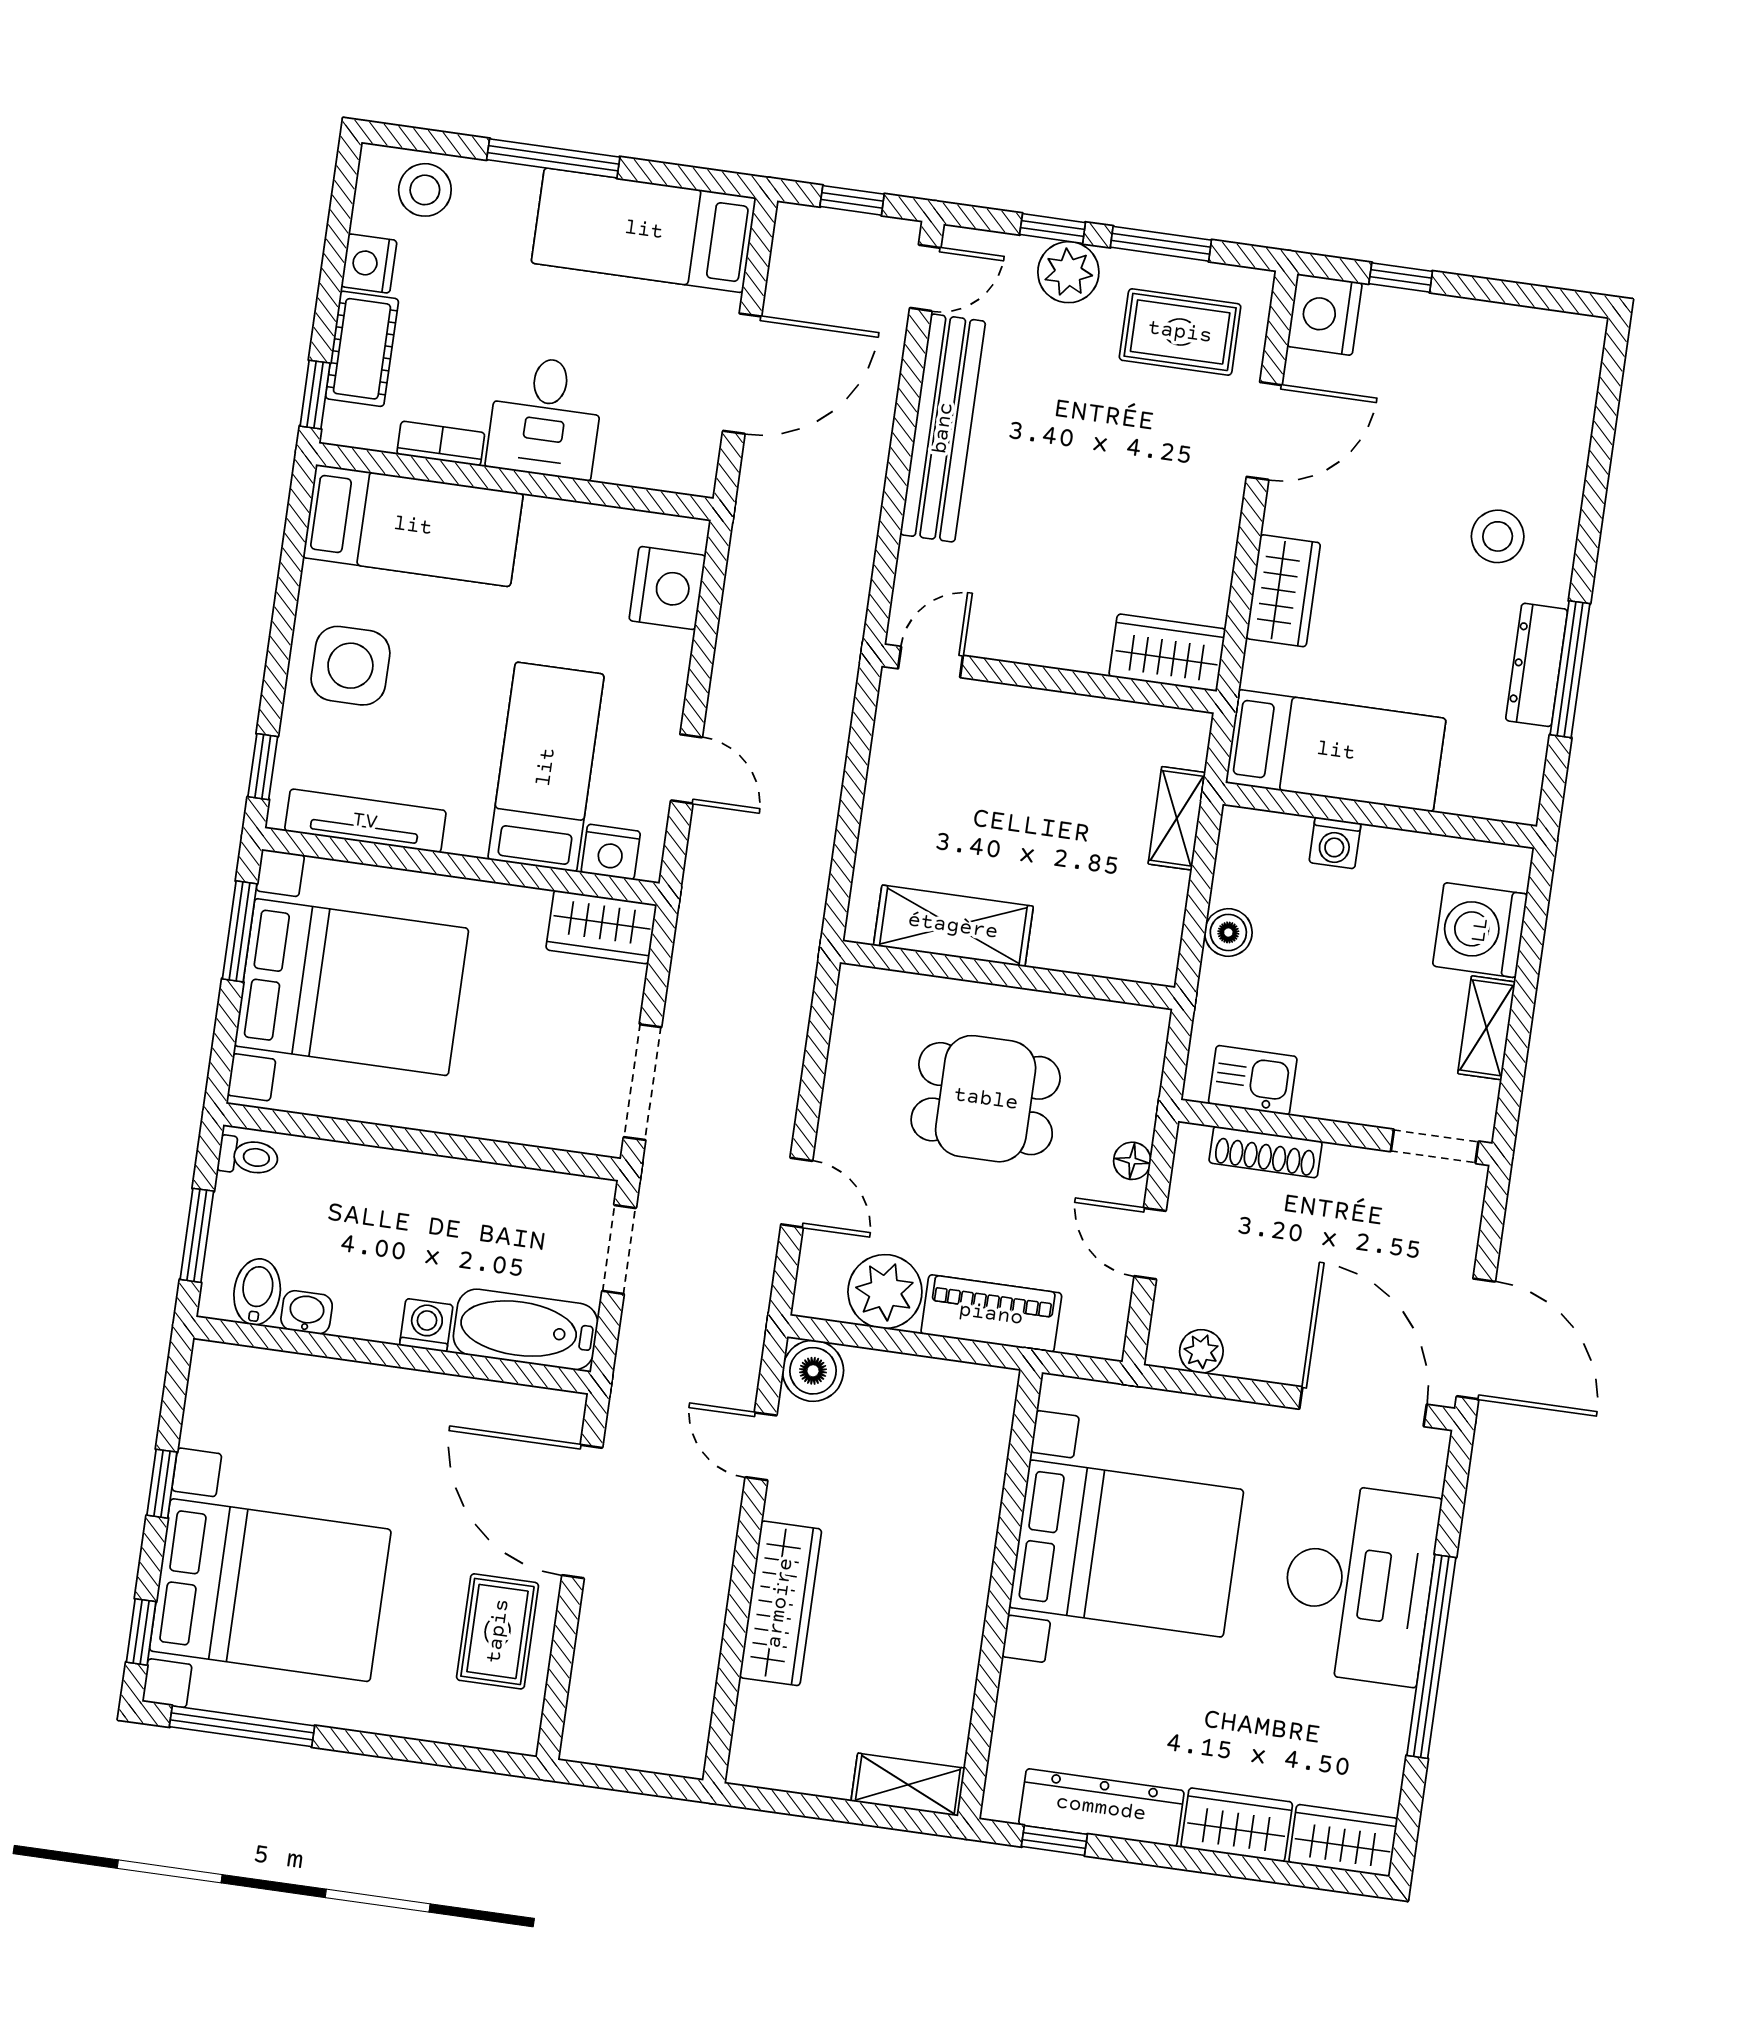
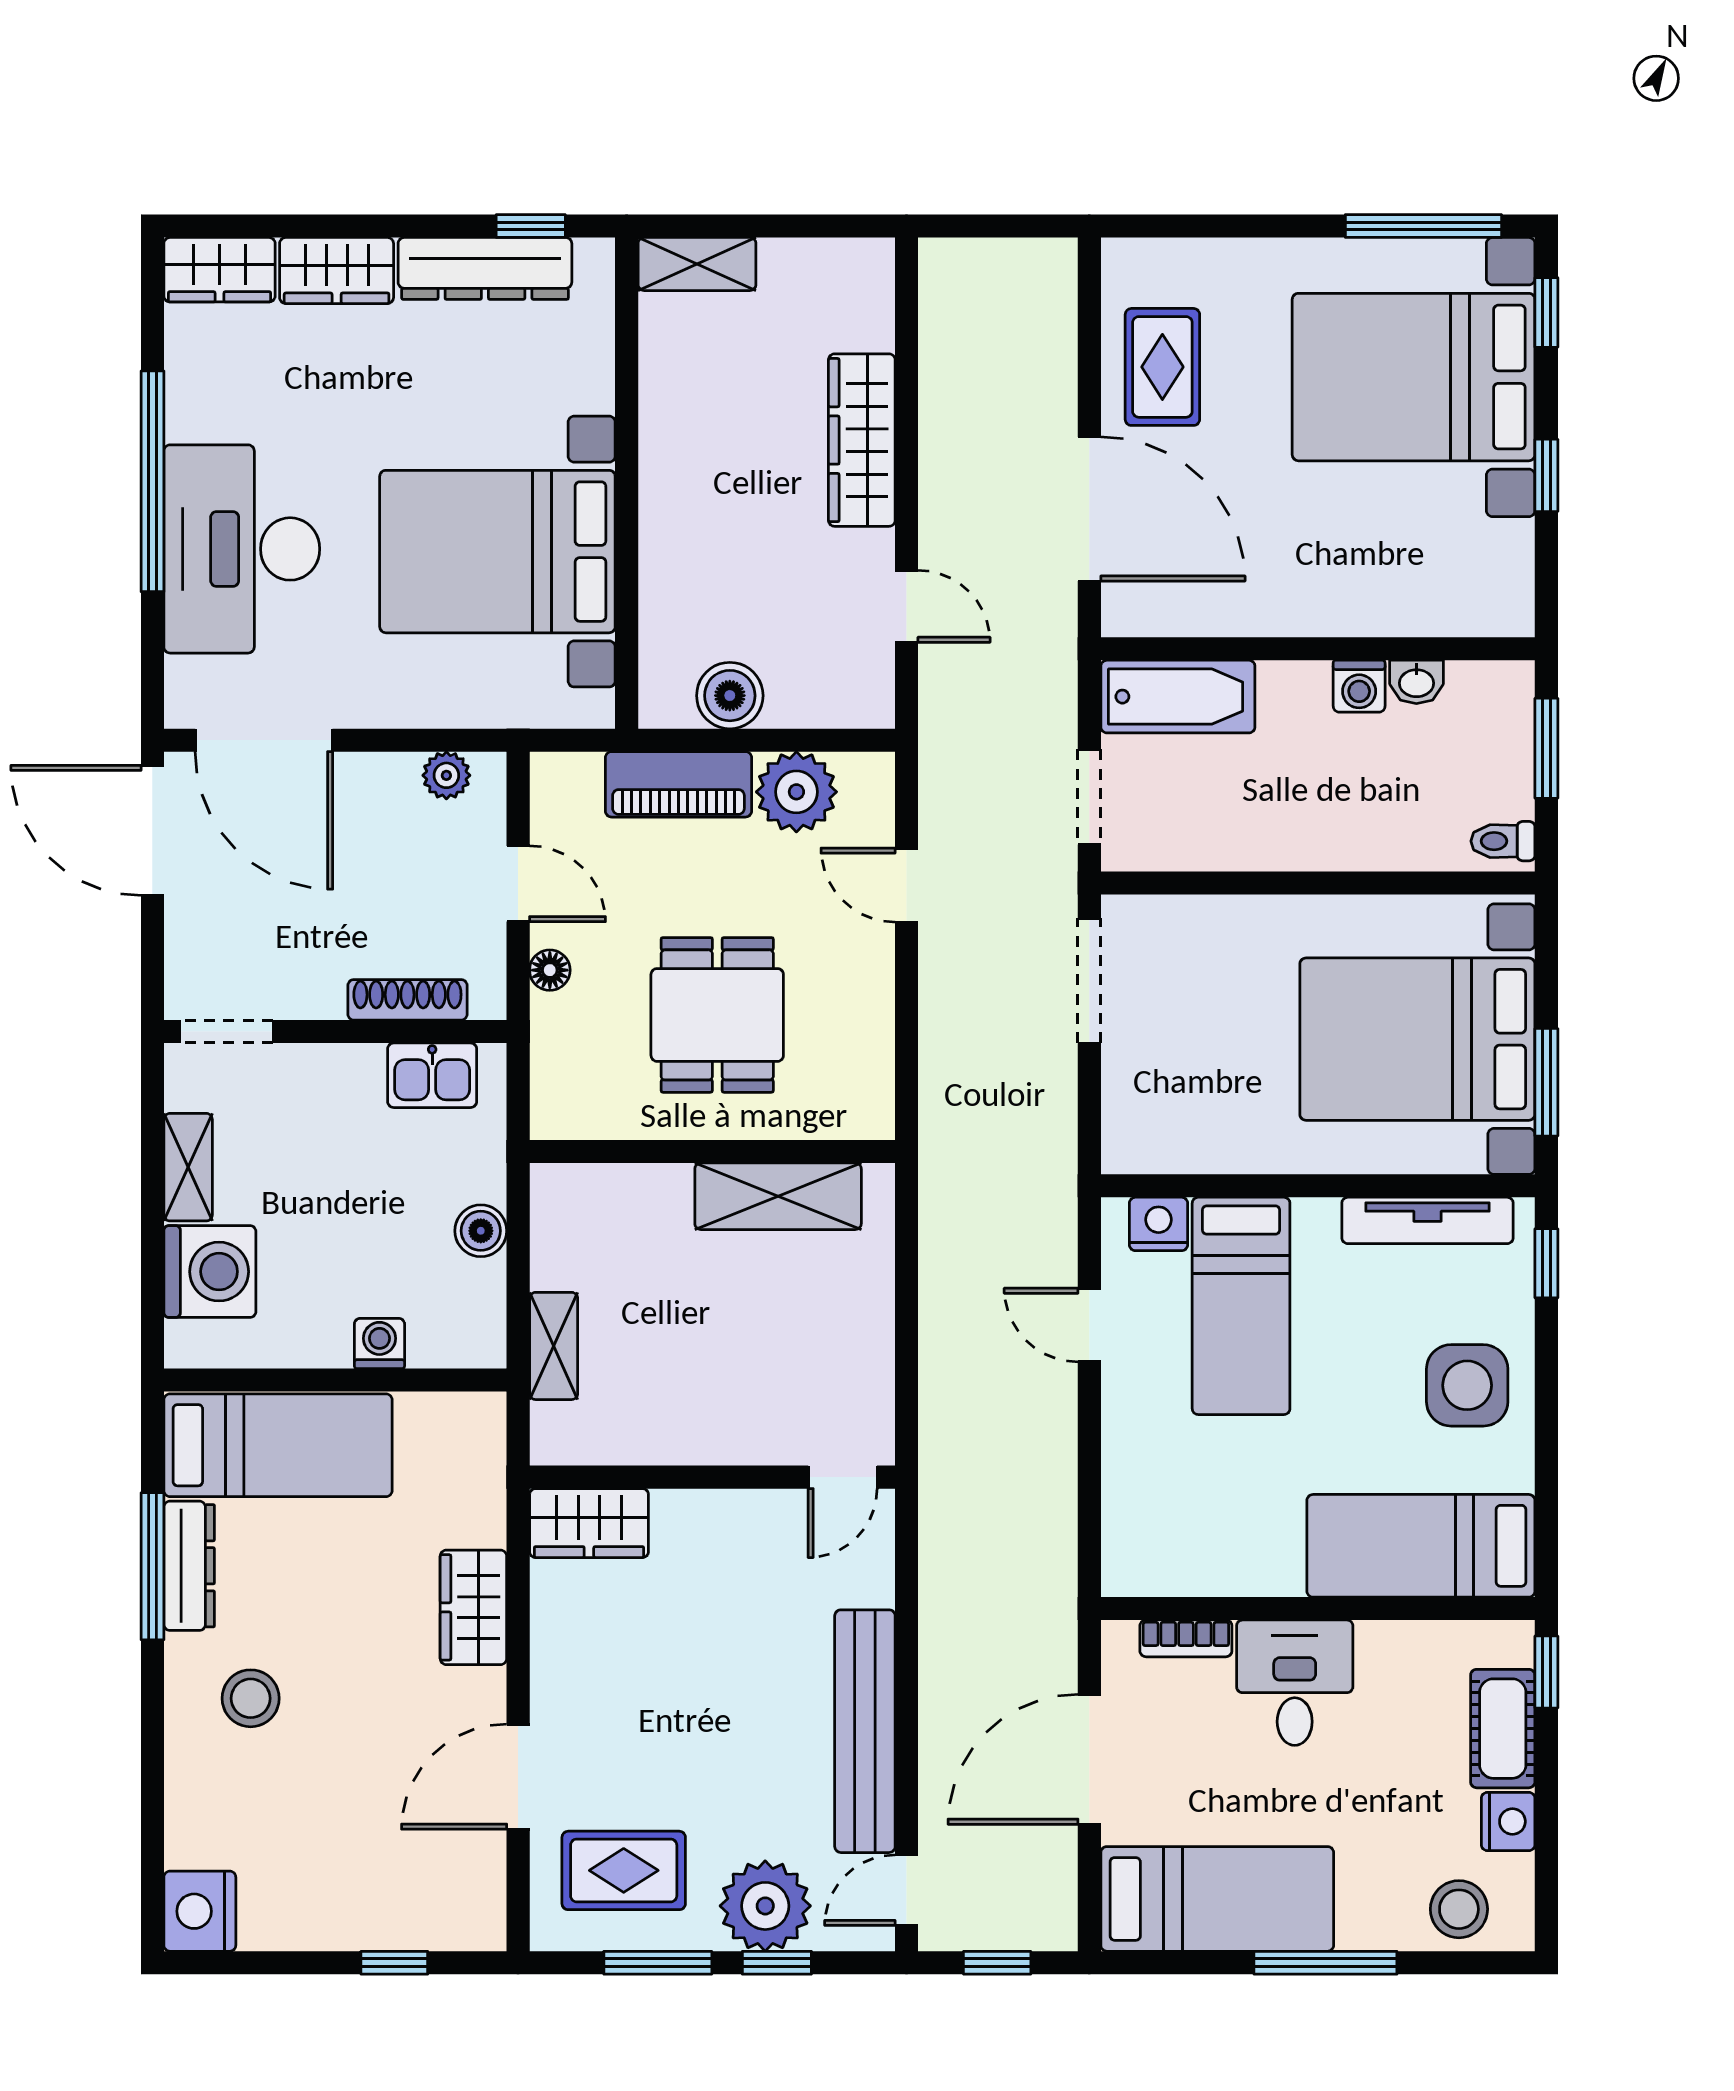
plant: (1068, 272) -> (765, 1906), width x1.36, depth x1.36
nightstand: (1325, 315) -> (200, 1911), moved, turned 180
bookcase: (441, 444) -> (1186, 1638), moved
nightstand: (667, 588) -> (1137, 1517), removed
bed: (1336, 751) -> (278, 1445), moved, turned 180
wardrobe: (601, 927) -> (1157, 1142), removed
dining table: (986, 1099) -> (717, 1015), turned 90
bidet: (257, 1292) -> (1473, 696), removed
washing machine: (426, 1325) -> (1359, 686), moved
boiler: (813, 1371) -> (730, 696), moved

